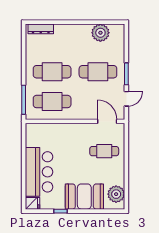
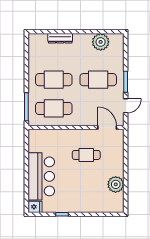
dresser: (41, 29) -> (60, 38), moved
cafe table: (104, 151) -> (86, 155), moved
plant: (116, 194) -> (116, 184), moved
booth: (84, 197) -> (85, 200), removed

